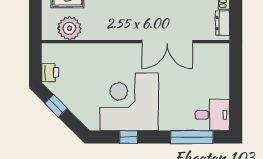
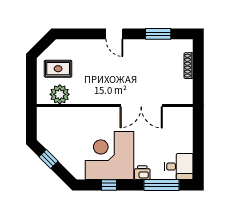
dresser: (222, 23) -> (187, 90), removed
printer: (50, 73) -> (142, 173), moved, turned -90

